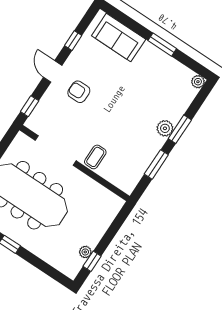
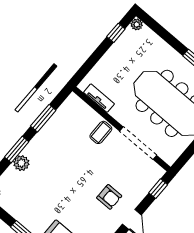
plant: (165, 128) -> (21, 163), moved
tv unit: (101, 192) -> (99, 98), added
plant: (85, 252) -> (137, 24), moved

